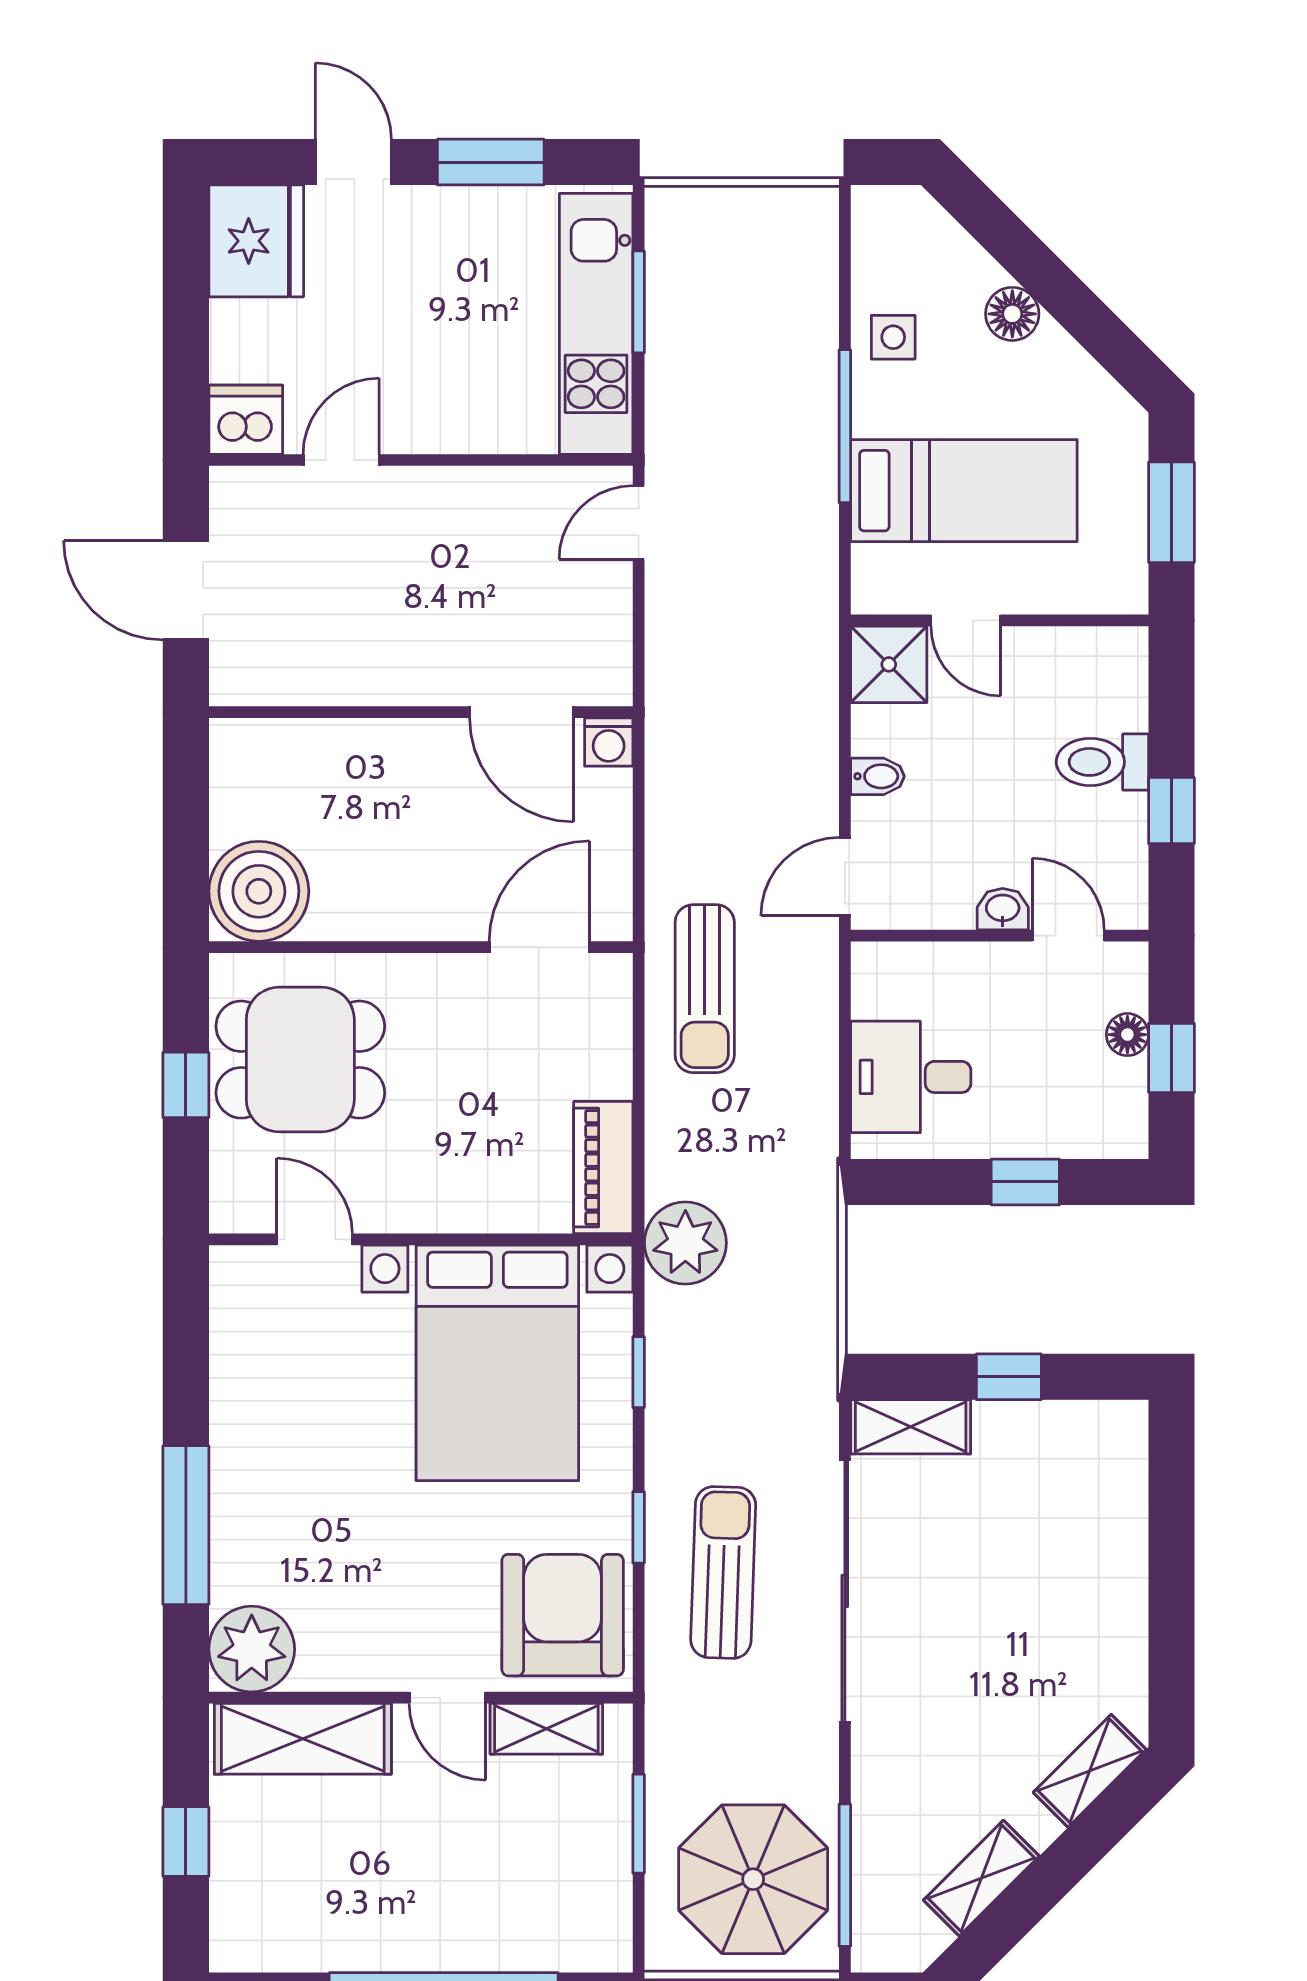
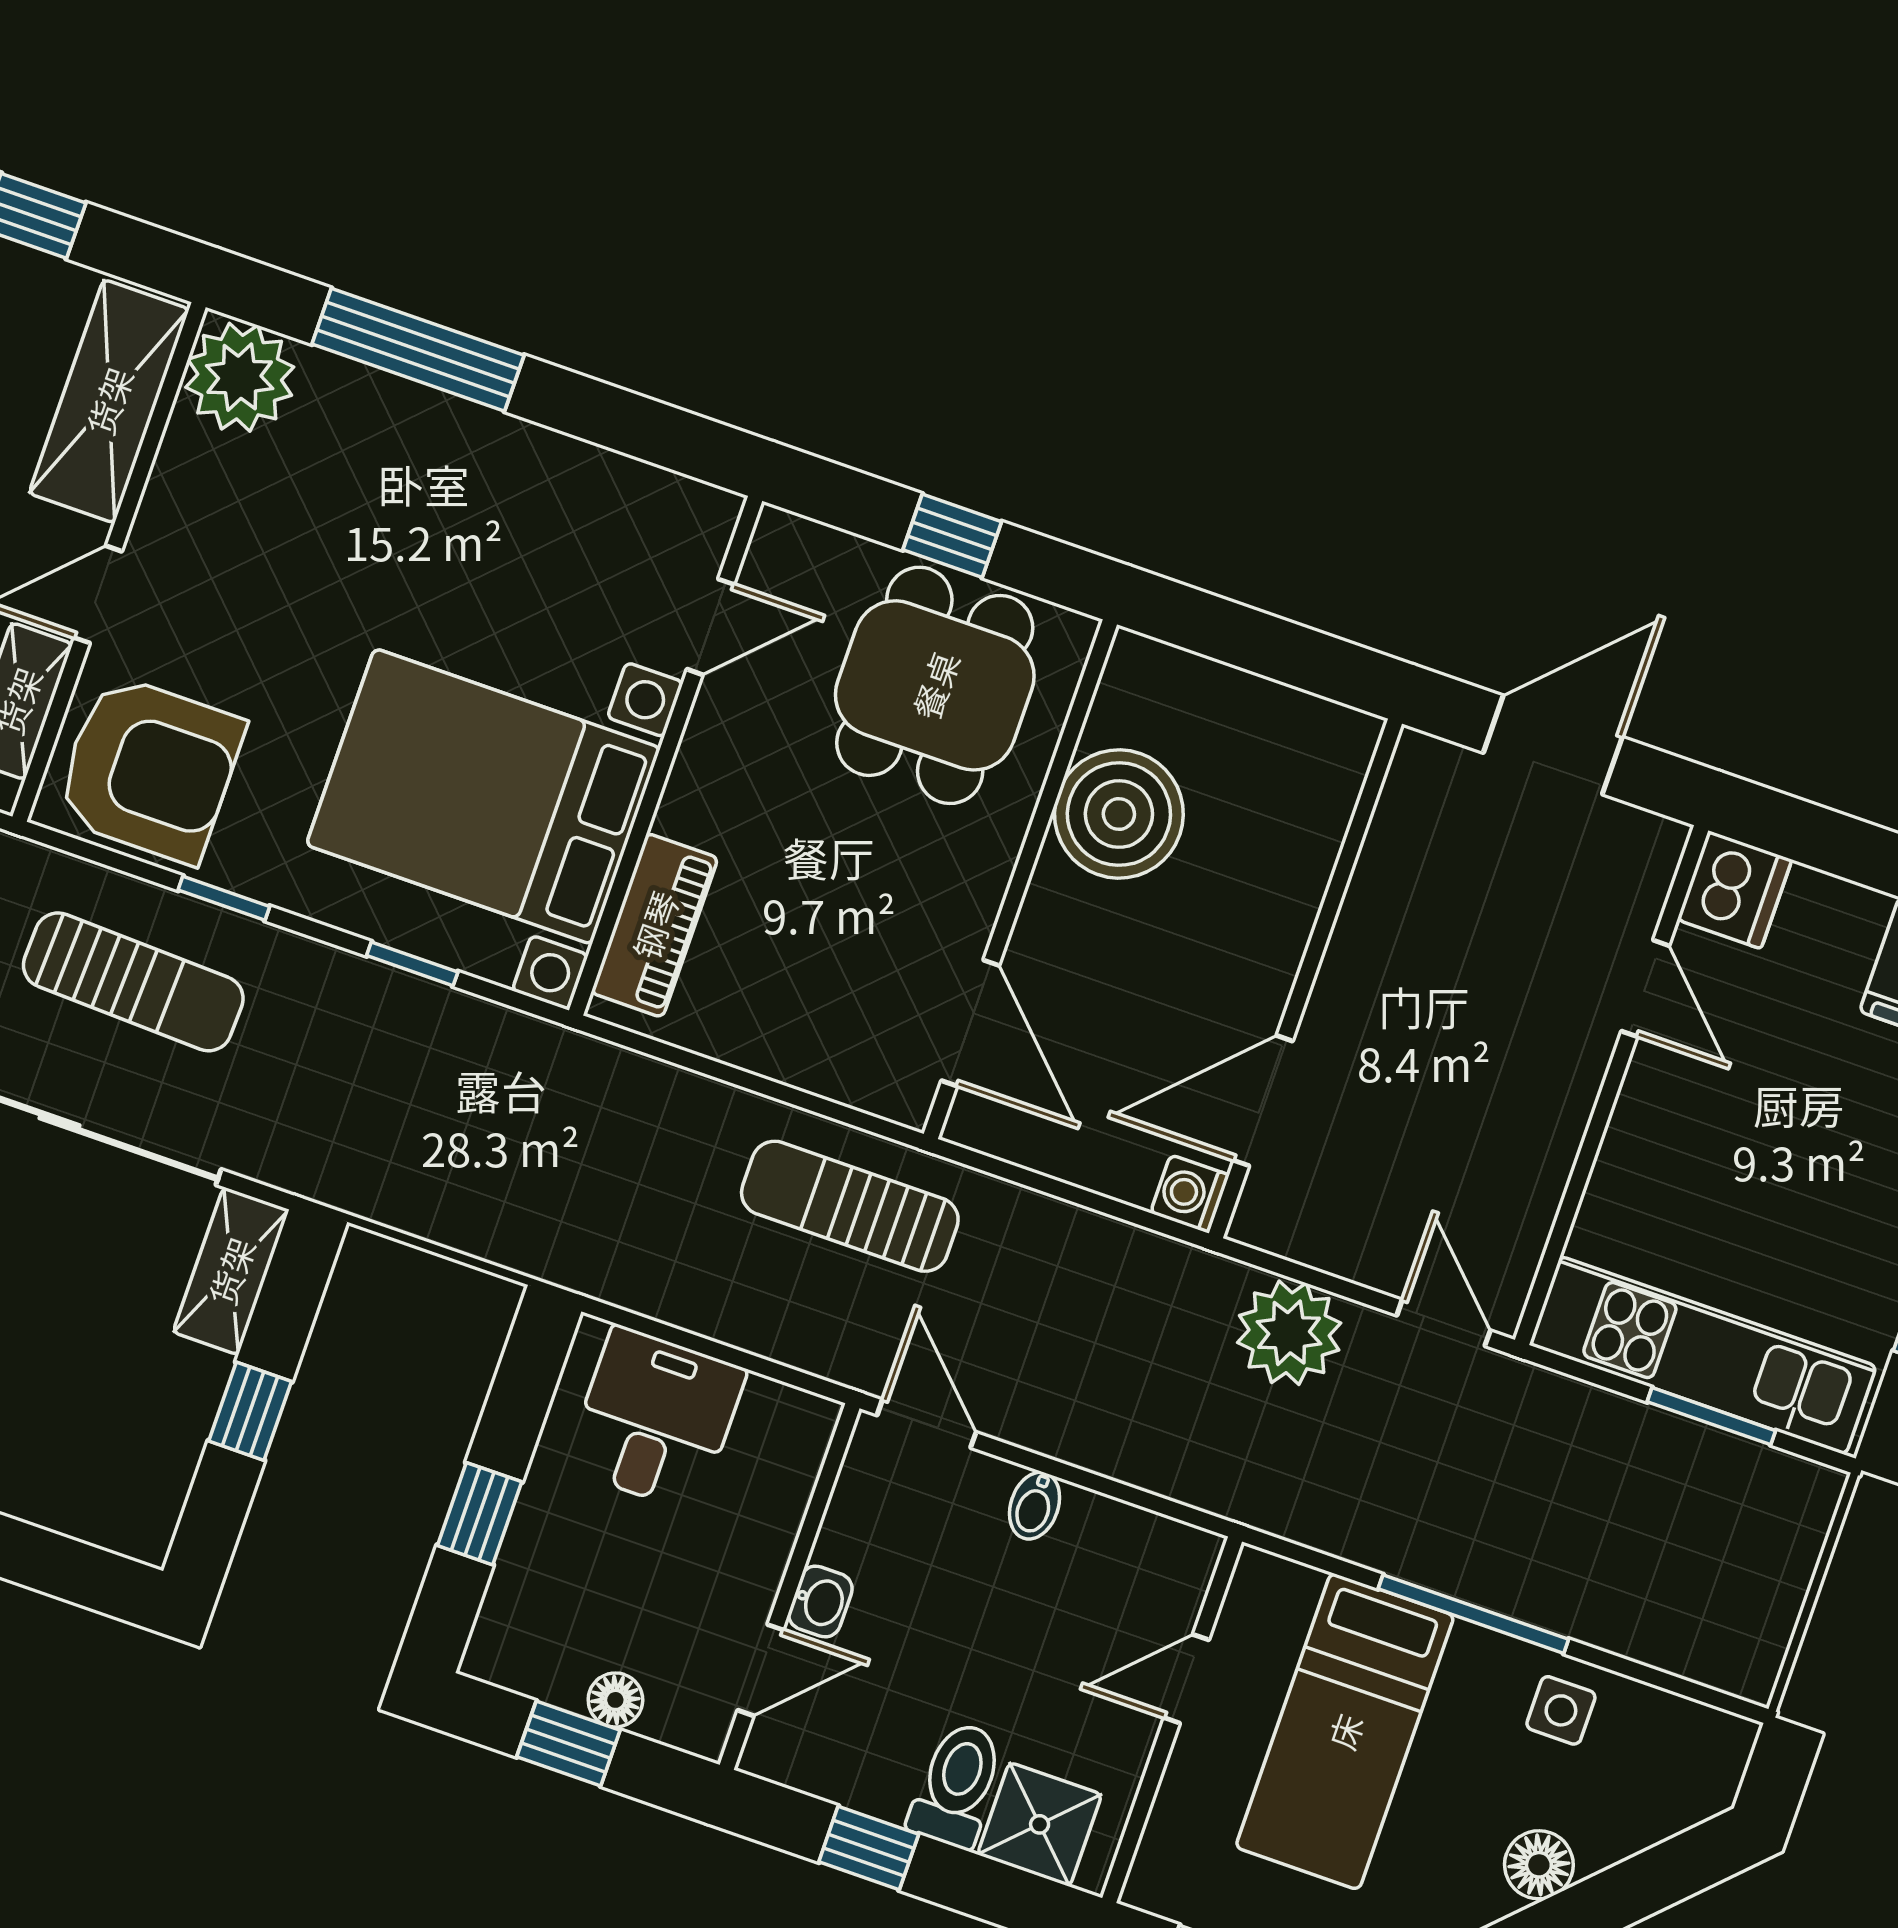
shower: (889, 664) -> (1040, 1824), moved
boiler: (259, 891) -> (1119, 814), moved
piano: (603, 1167) -> (655, 925), moved, turned 90
plant: (685, 1243) -> (1289, 1333), moved

